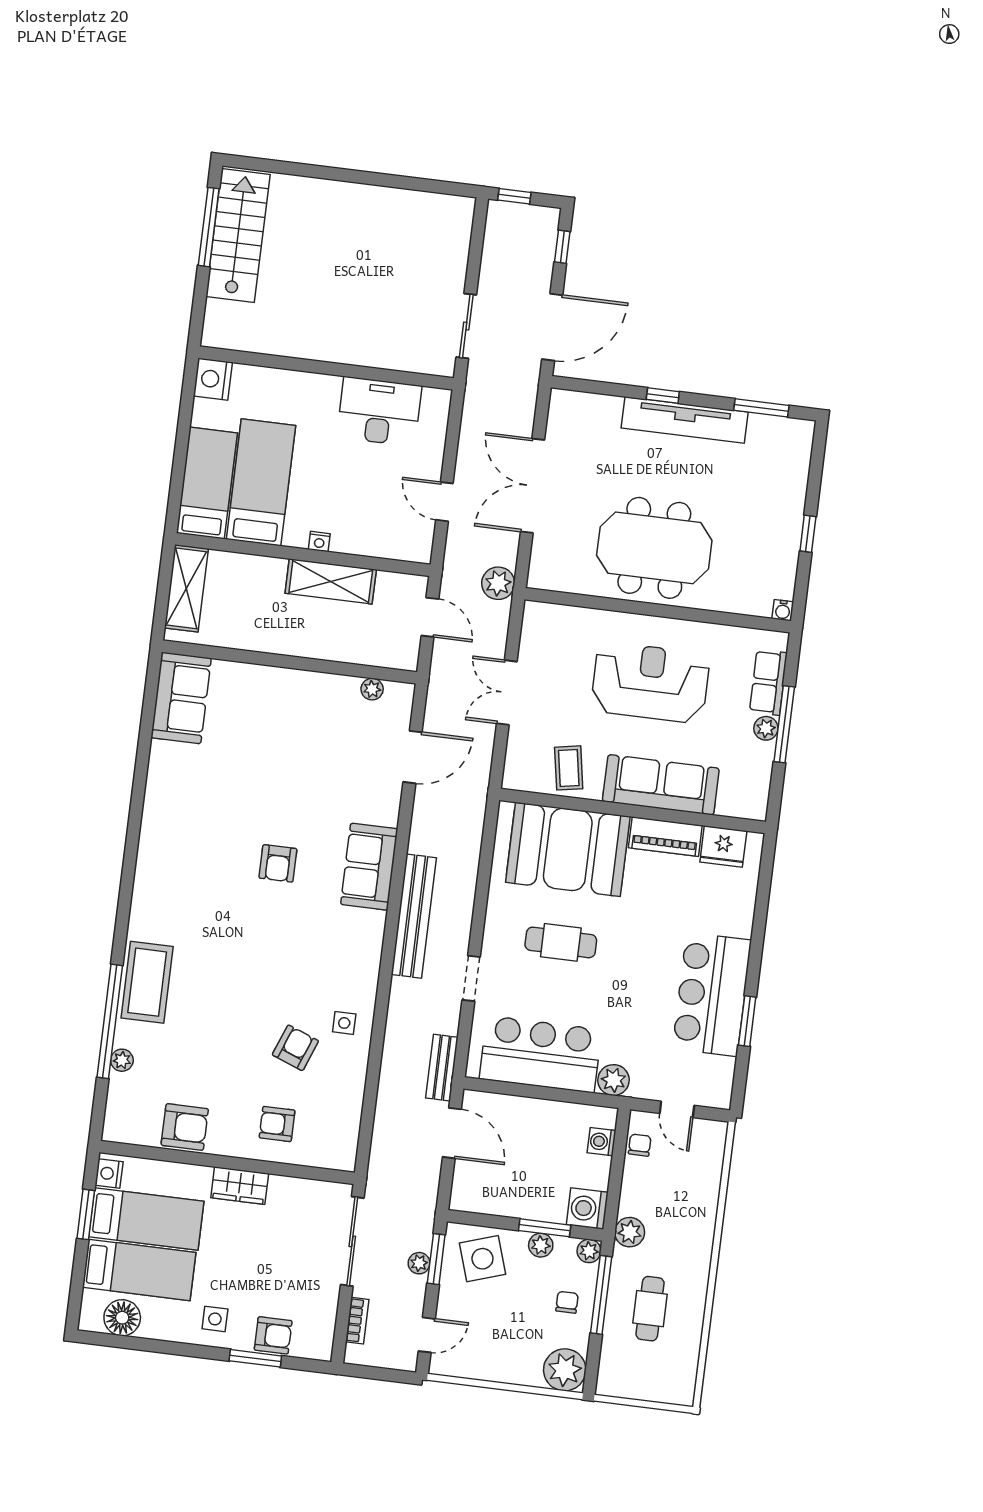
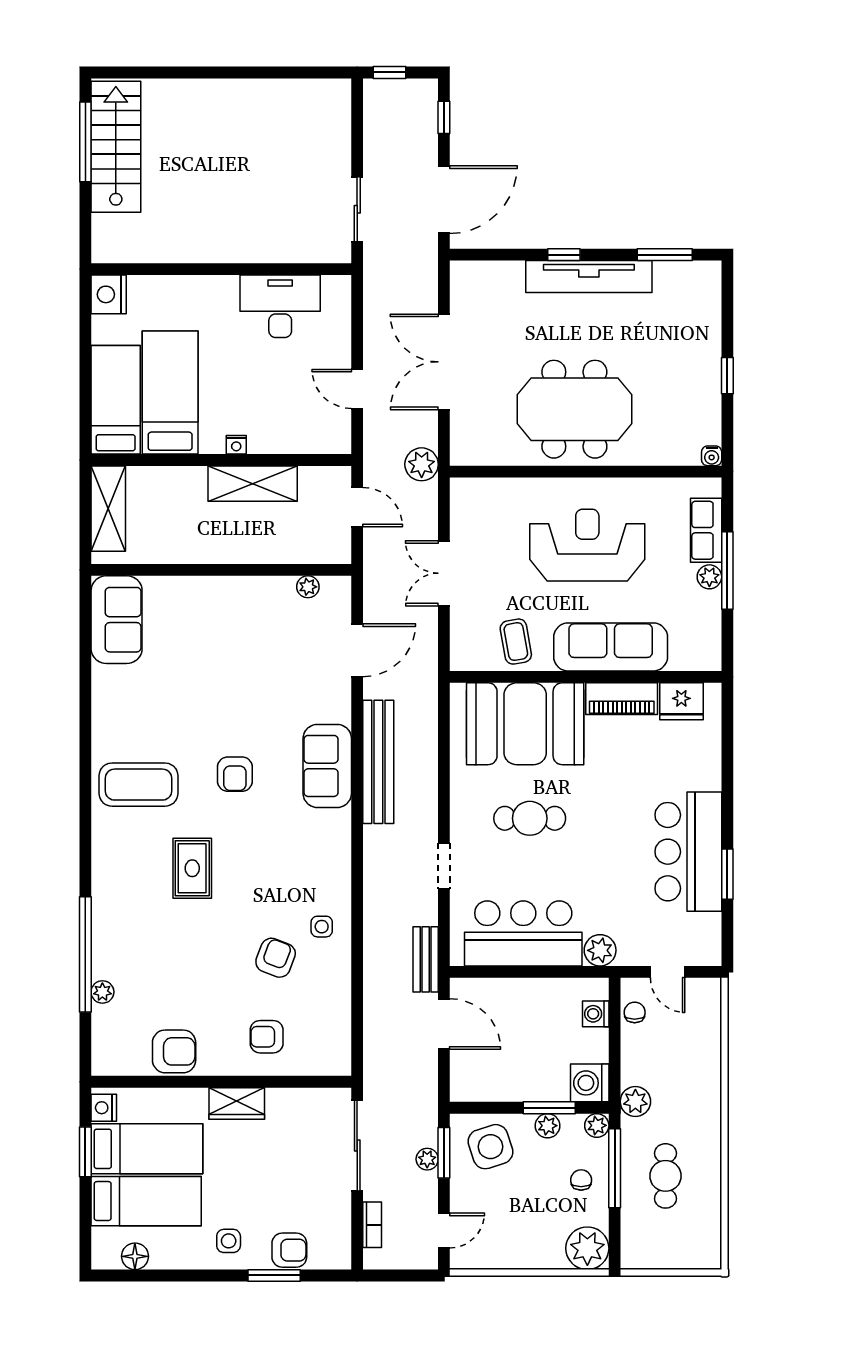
bench: (414, 916) -> (378, 762), moved
rug: (225, 950) -> (192, 868), added
coffee table: (147, 982) -> (138, 785), moved, turned 90
floor lamp: (122, 1318) -> (135, 1256), width x0.73, depth x0.73

